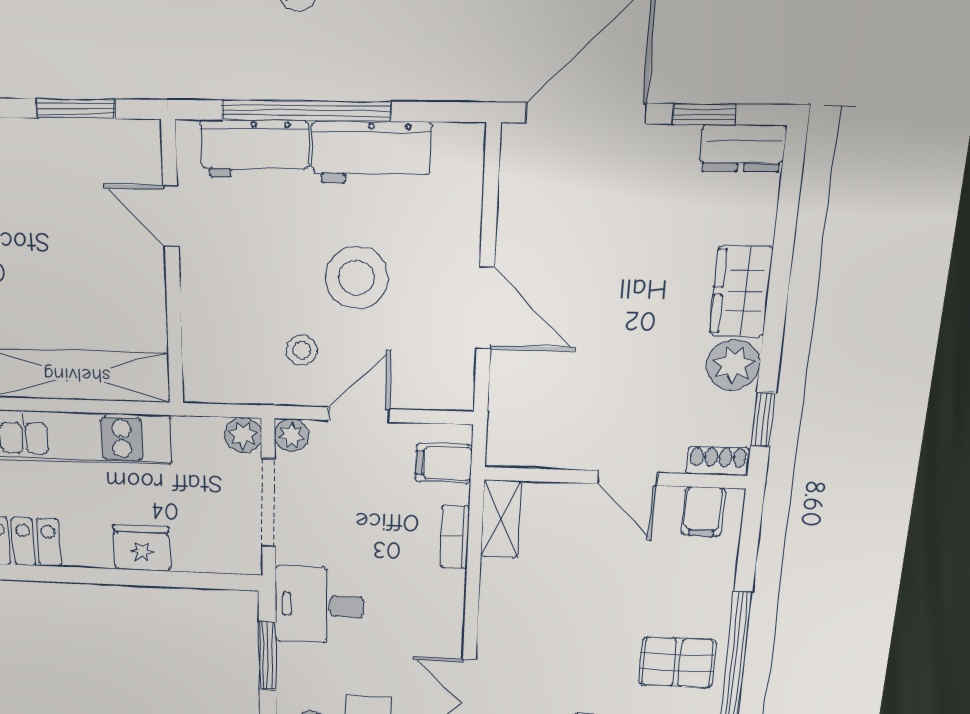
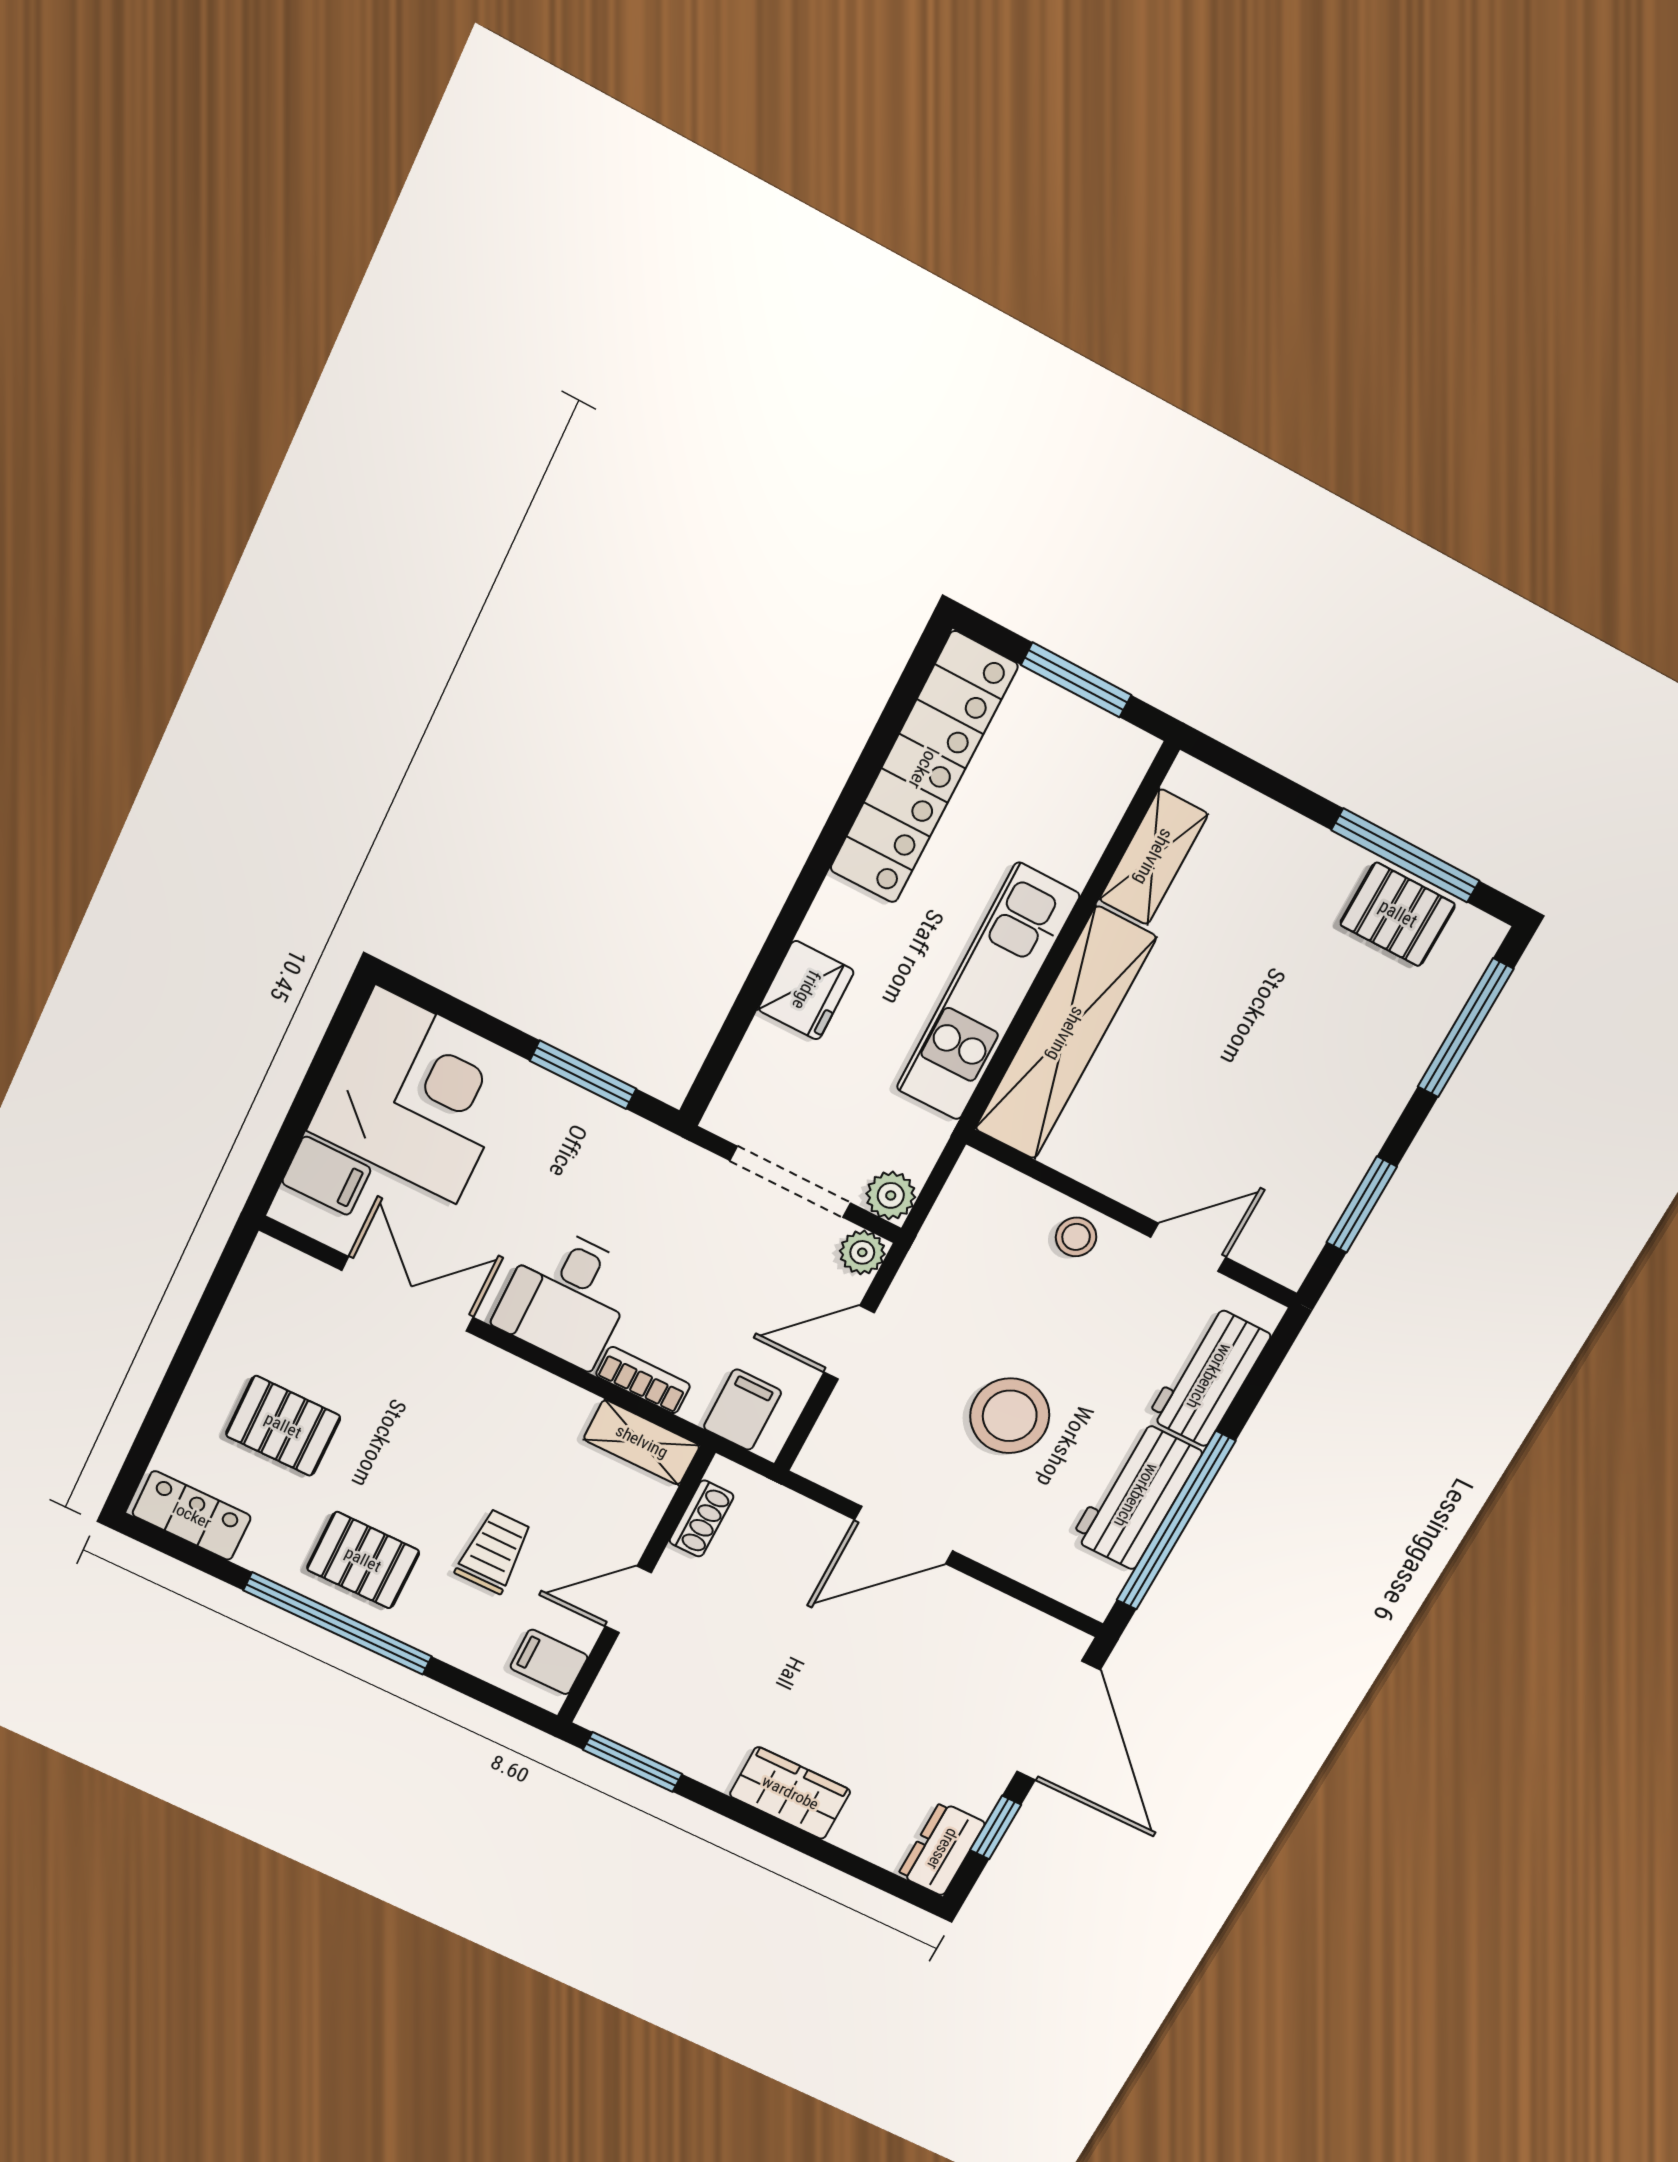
window: (306, 111) -> (1176, 1521), moved
stool: (302, 350) -> (1076, 1237), moved
plant: (733, 365) -> (711, 1756), removed
door: (359, 415) -> (849, 1343), swing flipped
window: (763, 419) -> (633, 1762), width x1.50
shoe rack: (718, 461) -> (701, 1519), moved
trolley: (631, 582) -> (494, 1551), added
desk: (319, 605) -> (566, 1297), moved, turned 180
pallet: (677, 663) -> (363, 1560), turned 90

